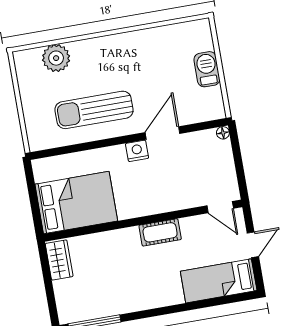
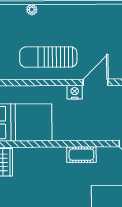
plant: (56, 58) -> (32, 10), width x0.53, depth x0.53

